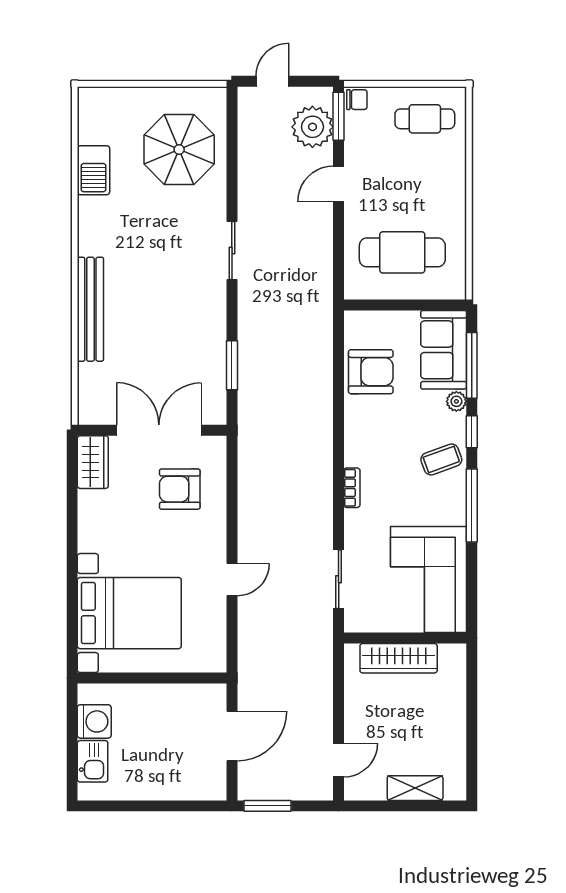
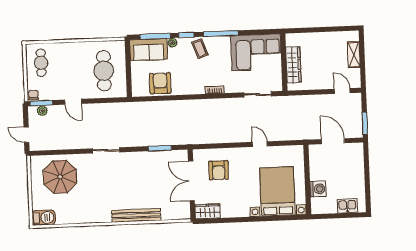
plant: (312, 127) -> (42, 111), width x0.53, depth x0.53
barbecue: (93, 170) -> (44, 218), moved
washing machine: (94, 721) -> (318, 189), moved, turned 90

